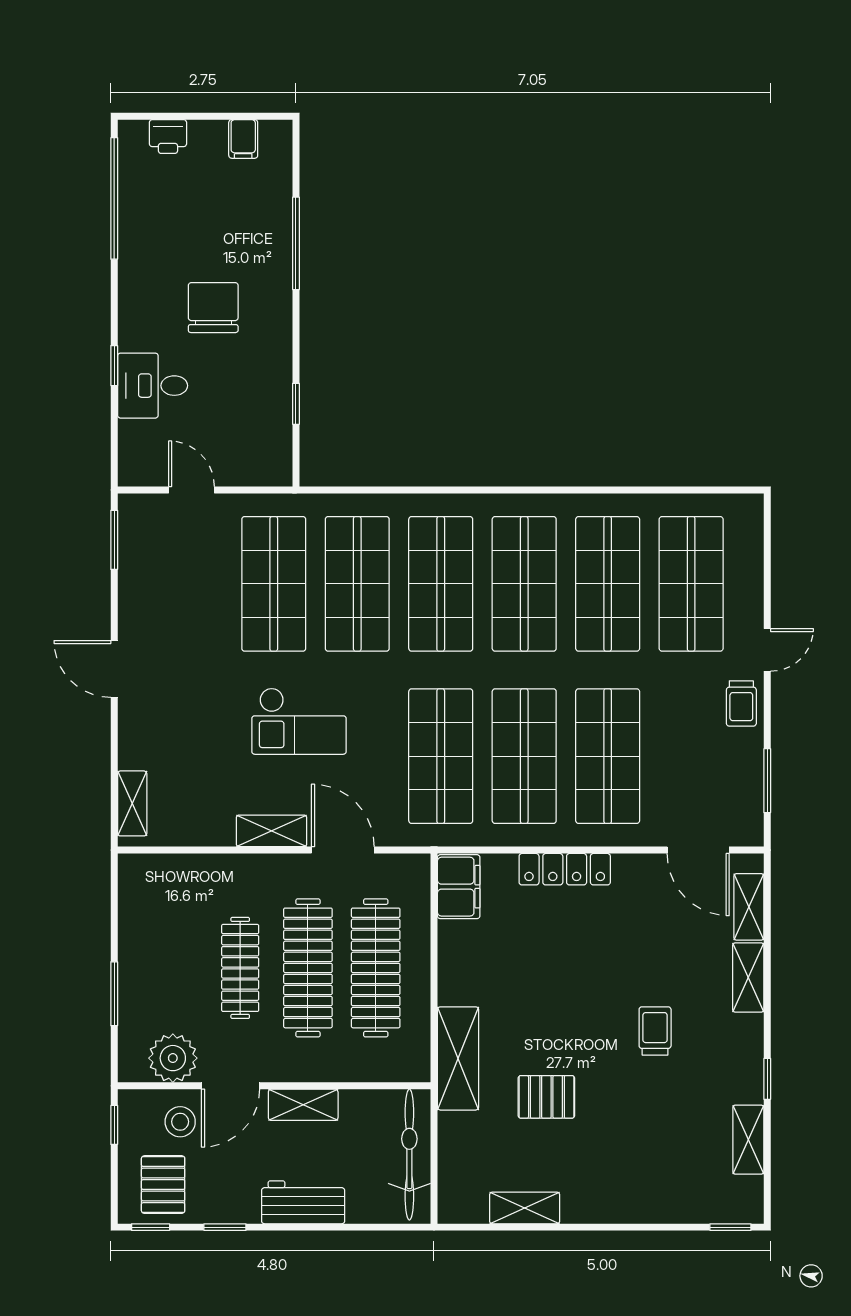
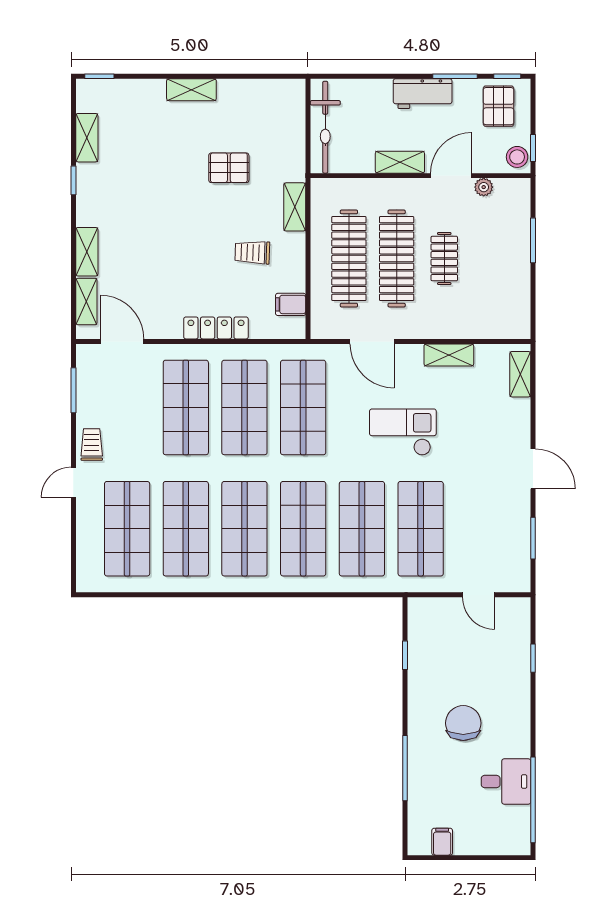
printer: (168, 137) -> (495, 843), removed
chair: (213, 308) -> (463, 723), turned 180
window: (114, 366) -> (533, 658), moved
desk: (153, 386) -> (506, 782), moved
window: (114, 540) -> (533, 538), moved
shelving: (272, 831) -> (449, 355), moved
filing cabinet: (459, 887) -> (291, 304), width x0.50
clothes rail: (240, 968) -> (444, 259), width x0.73
trolley: (655, 1031) -> (252, 252), moved, turned 92
plant: (173, 1058) -> (484, 187), width x0.53, depth x0.53
shelving: (458, 1058) -> (295, 207), width x0.67, depth x0.75
stool: (180, 1122) -> (517, 157), moved
workbench: (303, 1202) -> (423, 94), moved
shelving: (525, 1208) -> (191, 90), moved
window: (225, 1227) -> (455, 76), width x1.50

